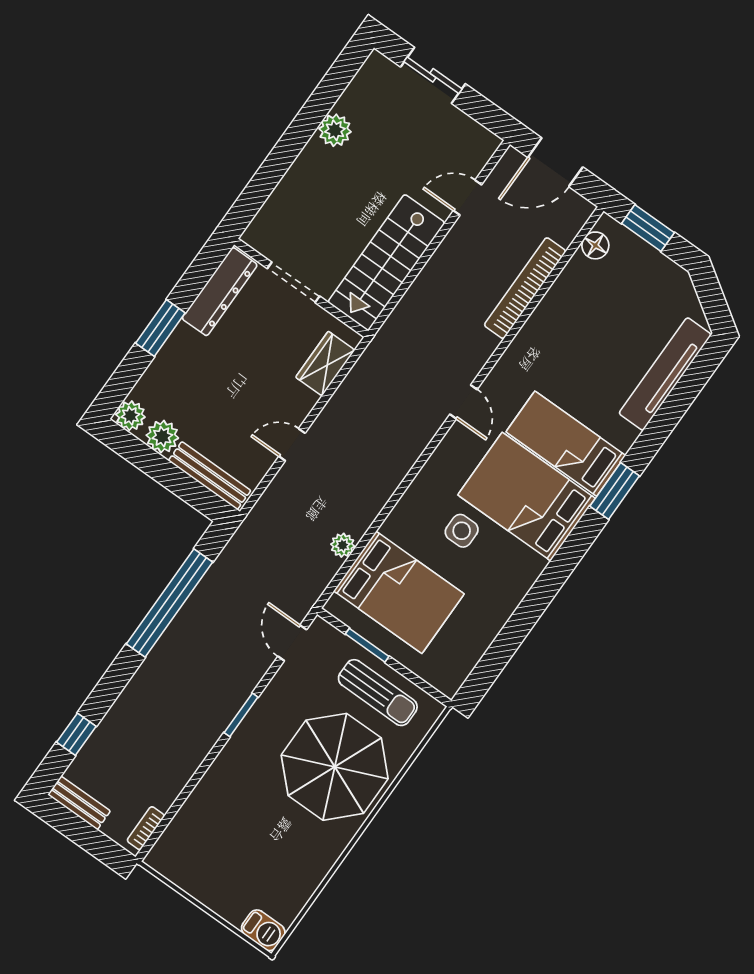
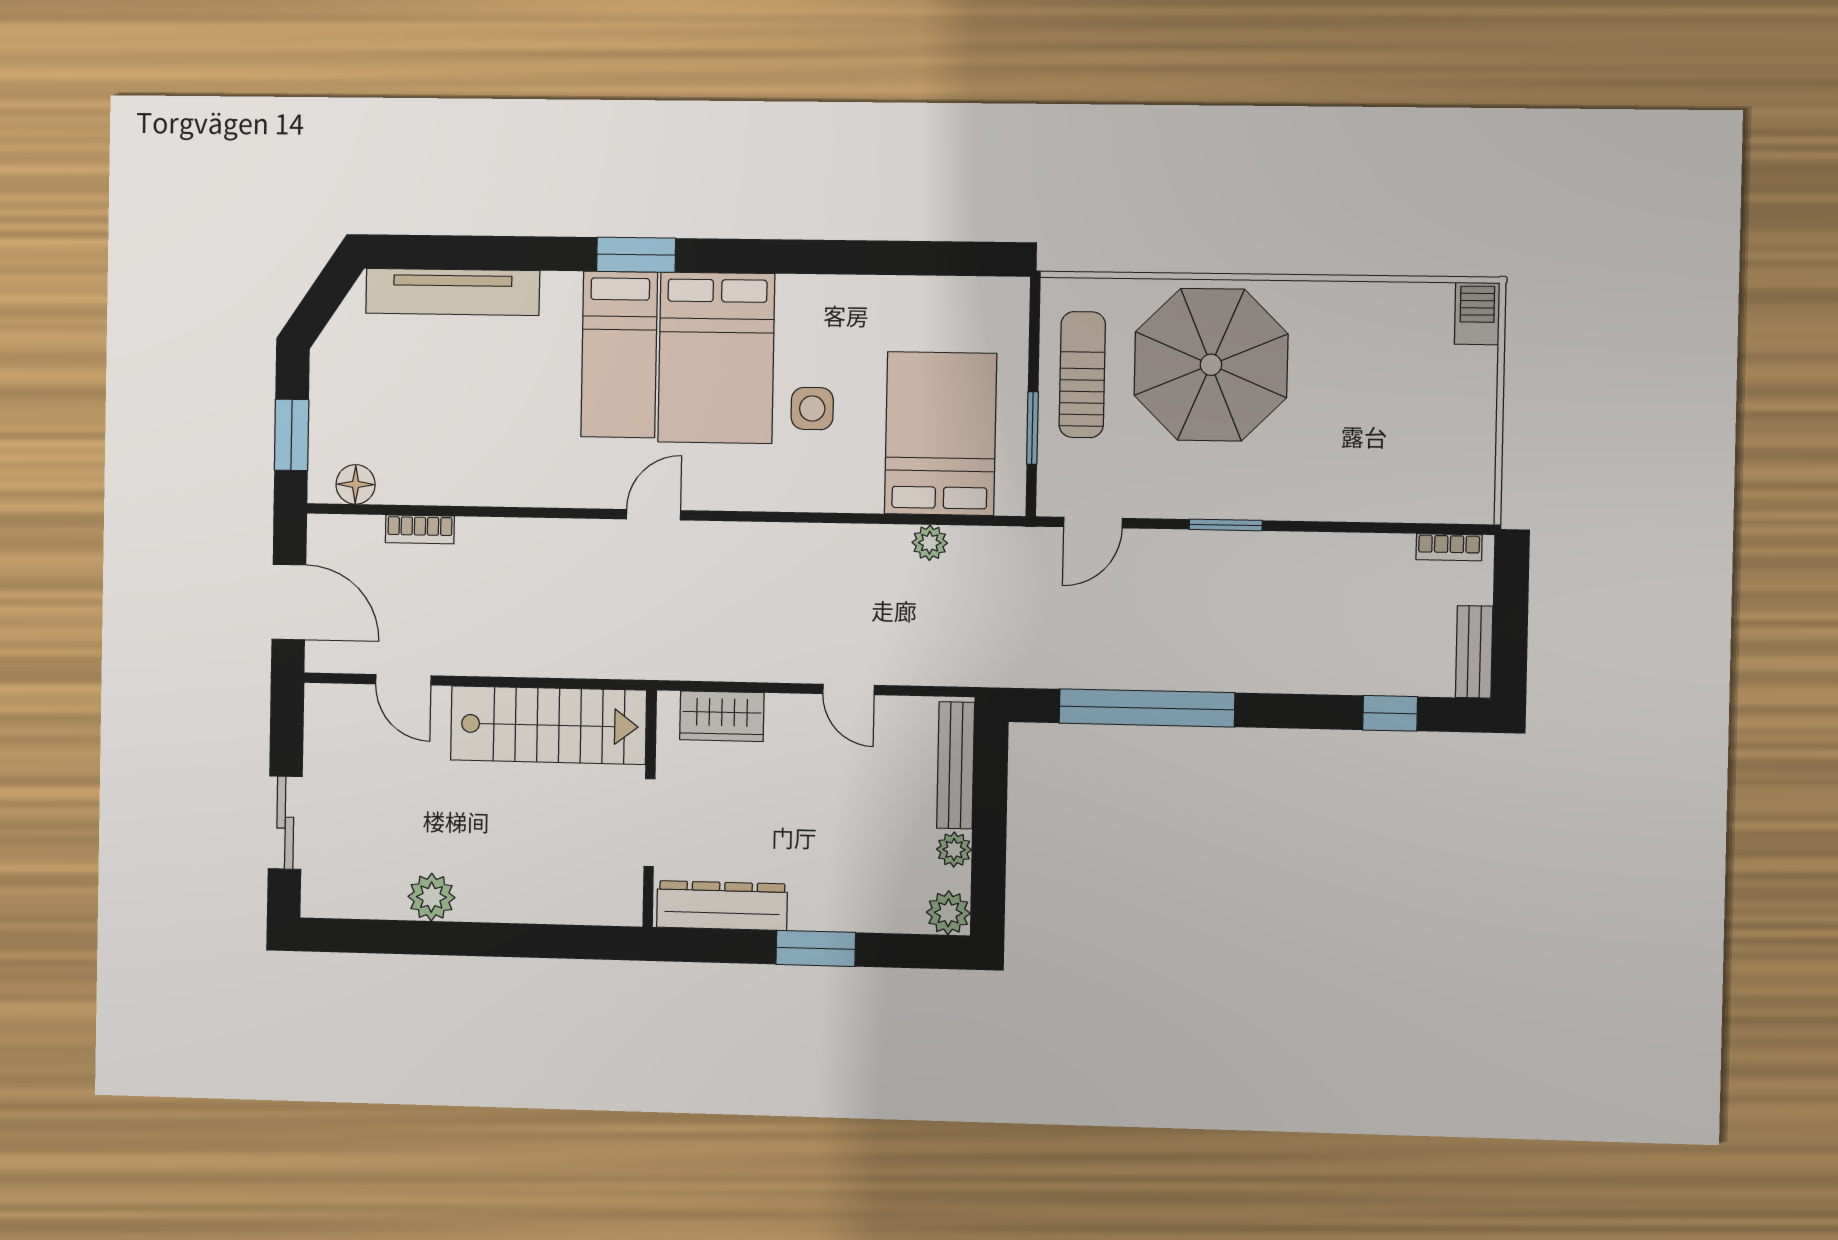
bookcase: (525, 288) -> (420, 529), width x0.43, depth x0.76
plant: (162, 437) -> (954, 850), width x0.73, depth x0.73

